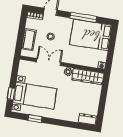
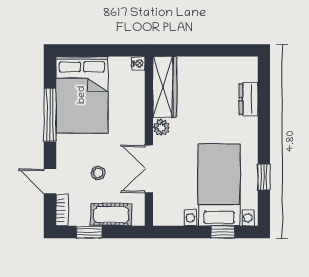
window: (22, 27) -> (89, 232), added
dresser: (87, 119) -> (248, 99), moved

